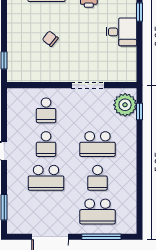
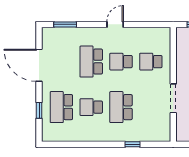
plant: (125, 105) -> (156, 131), removed
window: (139, 111) -> (132, 144), moved
window: (101, 237) -> (39, 110), width x0.46

